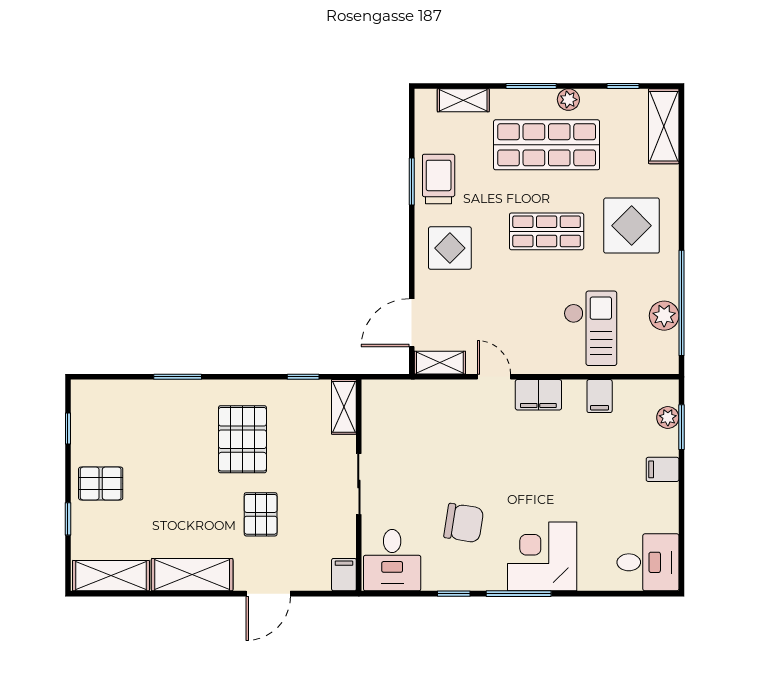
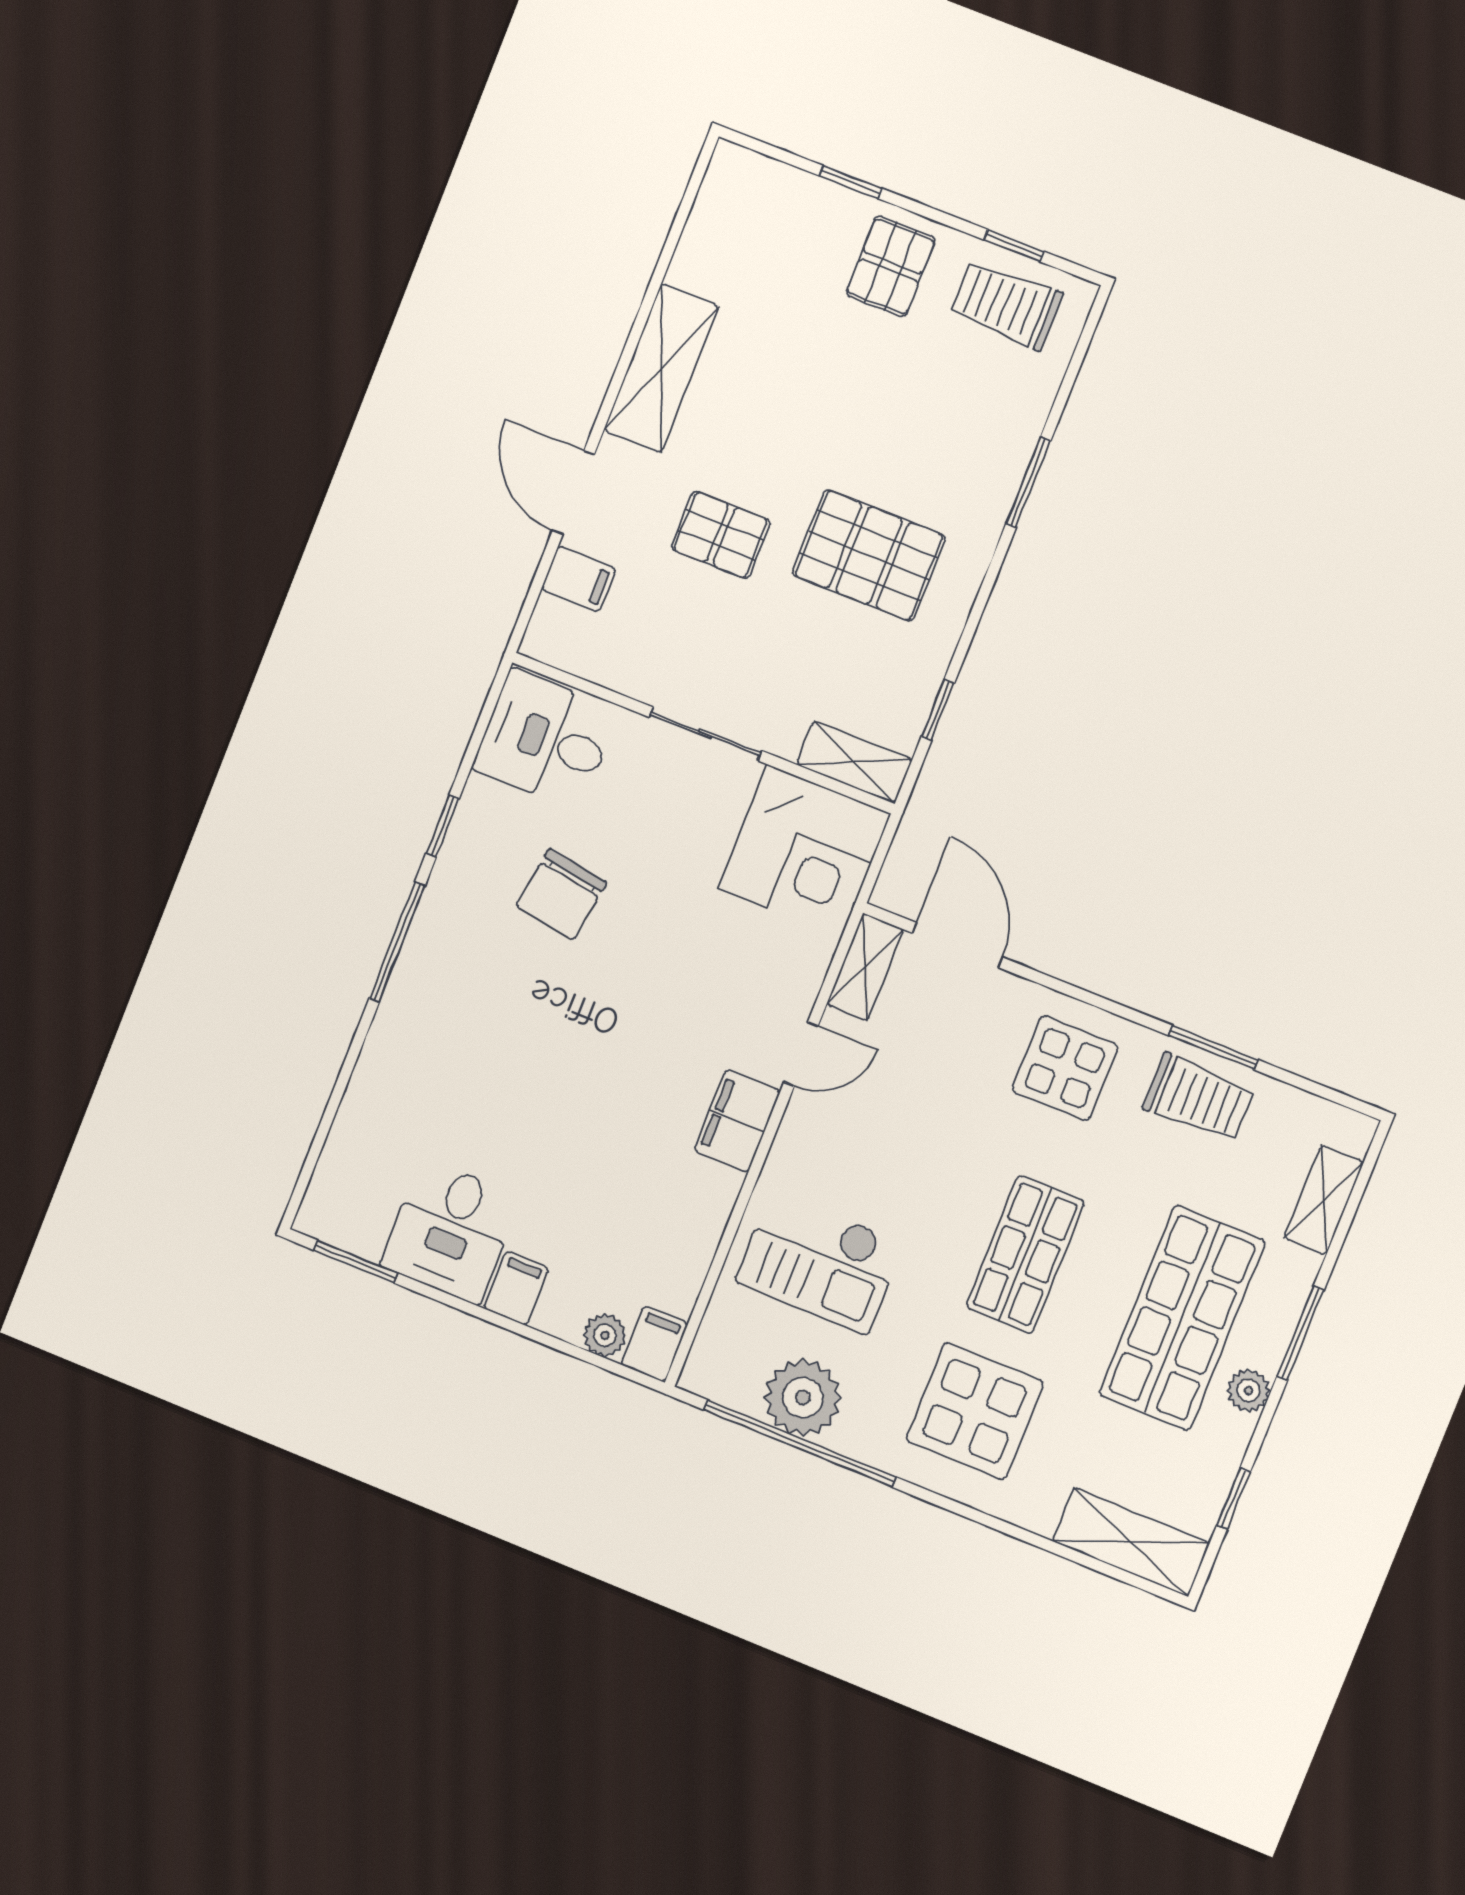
plant: (664, 316) -> (803, 1398), width x1.36, depth x1.36
filing cabinet: (600, 396) -> (654, 1344), moved, turned 90
trolley: (97, 421) -> (1006, 305), added
window: (681, 427) -> (356, 1262), moved
corner desk: (542, 556) -> (804, 851), moved, turned 90
desk: (648, 562) -> (450, 1231), moved
filing cabinet: (344, 575) -> (579, 579), moved
shelving: (111, 576) -> (717, 220), removed

